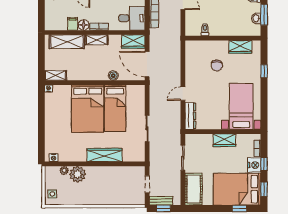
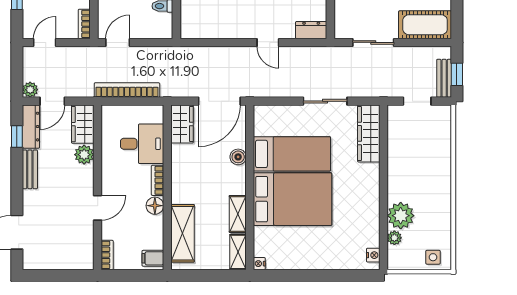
desk: (132, 18) -> (142, 144), moved, turned 90
filing cabinet: (73, 24) -> (153, 258), moved
shelving: (97, 40) -> (238, 214), moved
dresser: (190, 116) -> (311, 30), width x0.70
wardrobe: (105, 155) -> (369, 133), moved

